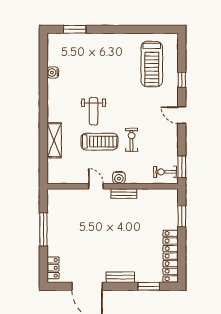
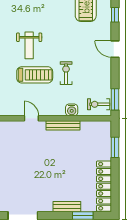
water cooler: (119, 178) -> (72, 110), moved
bench: (124, 194) -> (63, 125), width x1.36
bench: (120, 277) -> (67, 207), moved

